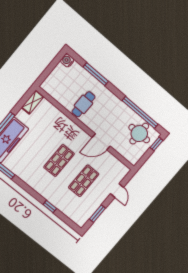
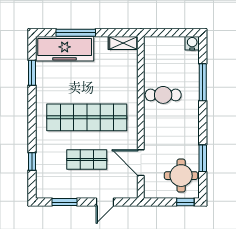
window: (140, 112) -> (203, 158), width x0.47
door: (101, 142) -> (141, 163), moved
shop shelf: (59, 161) -> (87, 117), width x2.00, depth x1.36
window: (50, 207) -> (32, 162), moved

